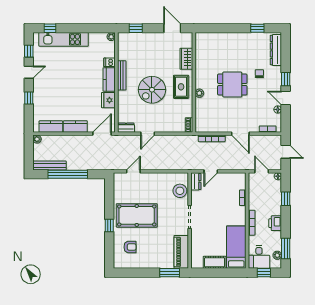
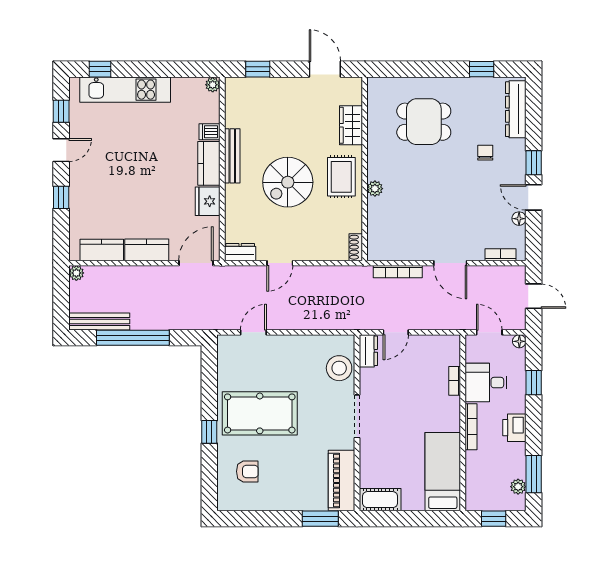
dining table: (232, 85) -> (424, 122), moved
desk: (259, 257) -> (486, 383), moved, turned 90
cot: (215, 262) -> (380, 500), moved

